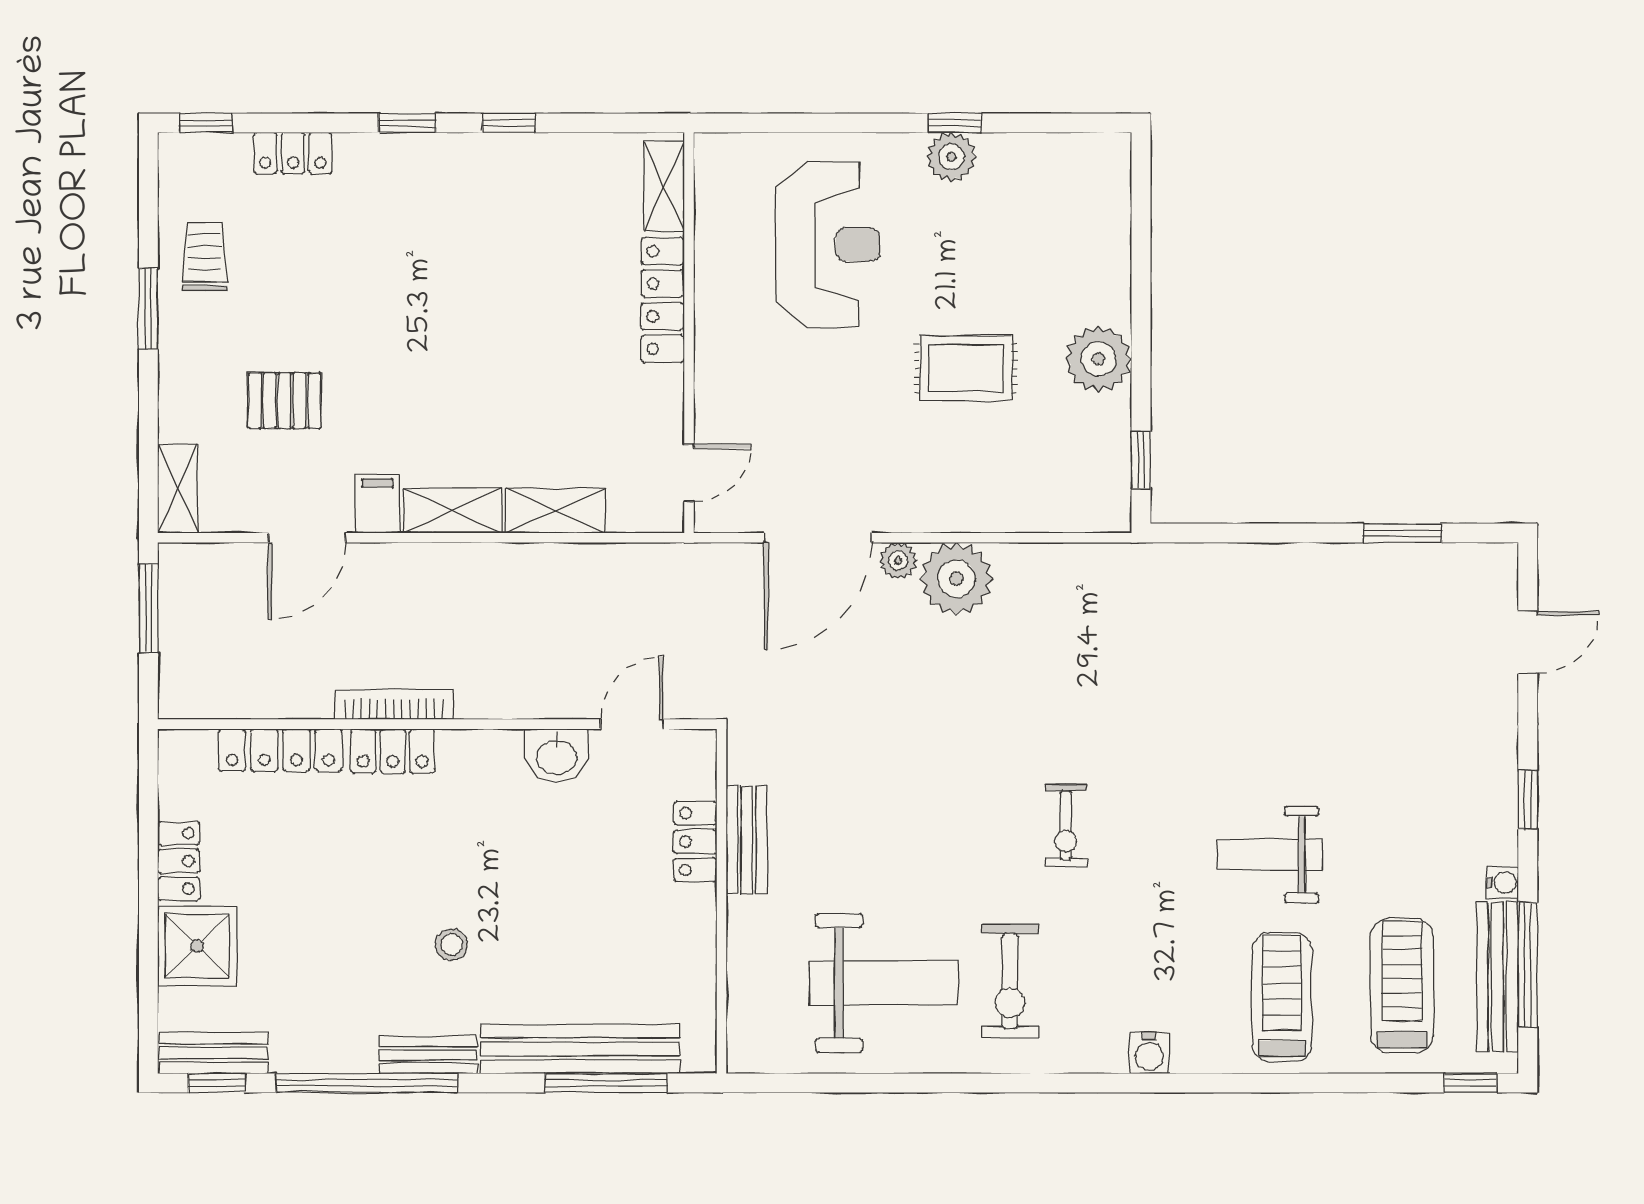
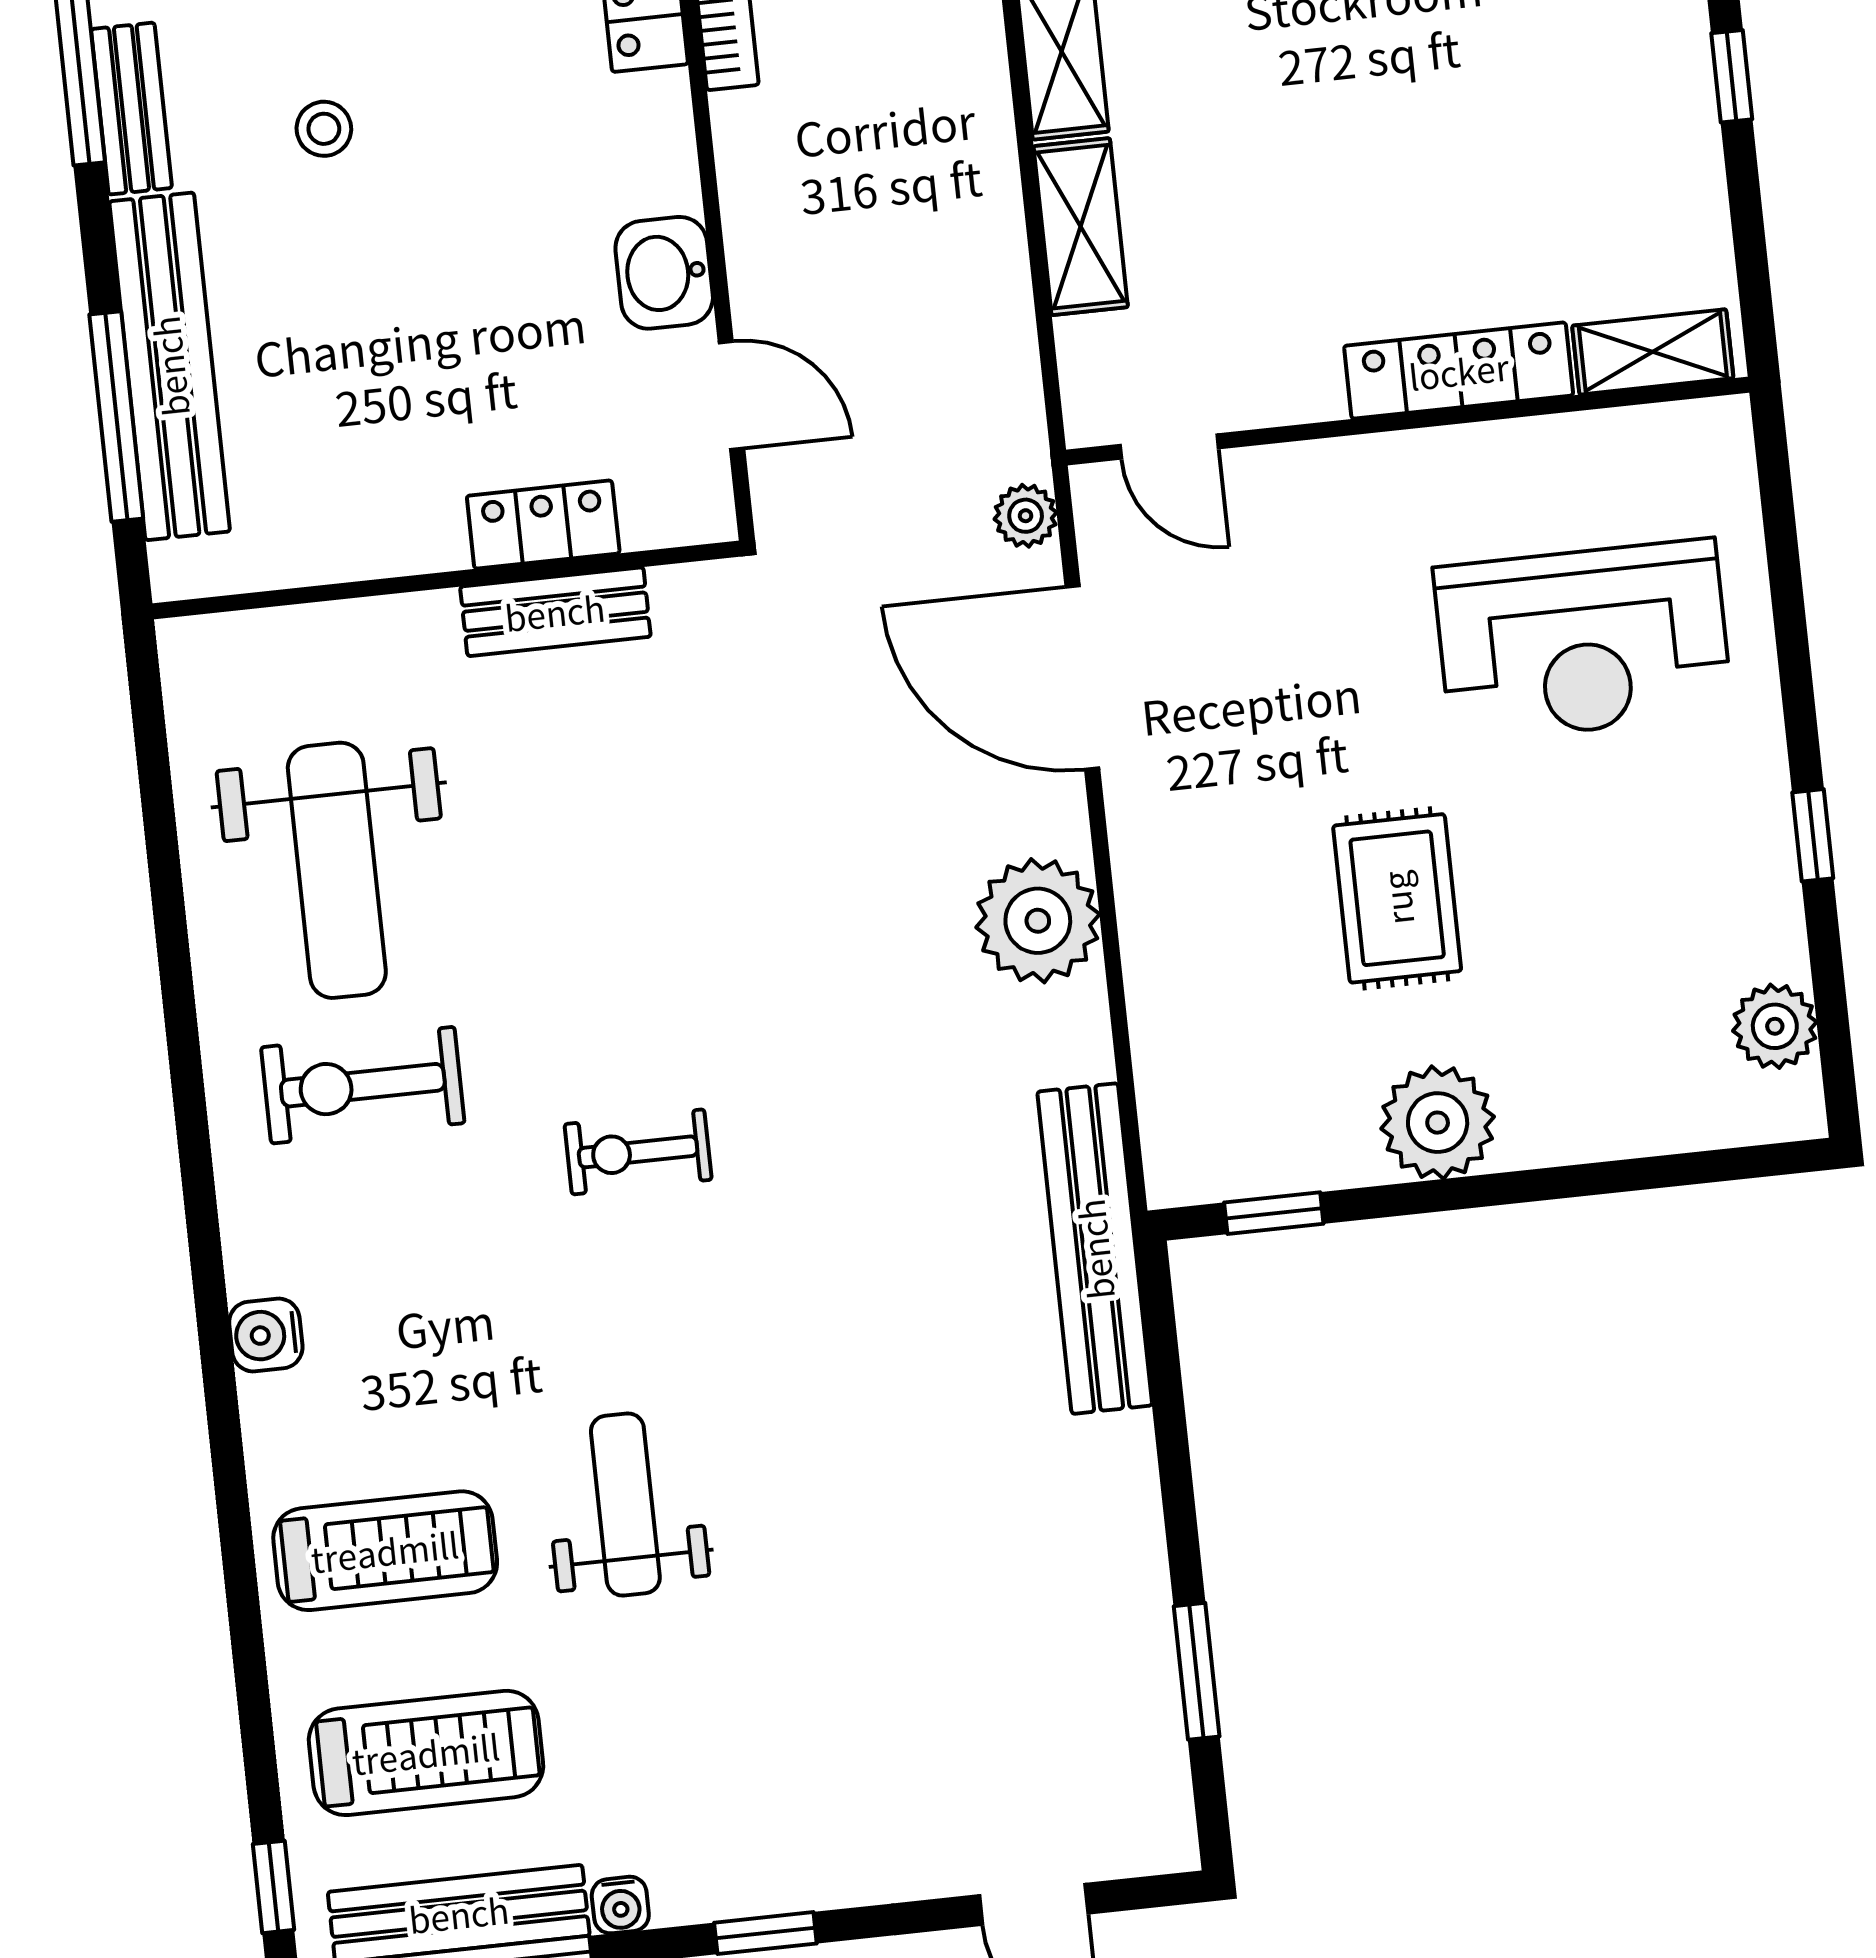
plant: (951, 157) -> (1775, 1026), moved
plant: (898, 561) -> (1026, 516), moved
bench: (1150, 566) -> (1095, 1249), added

